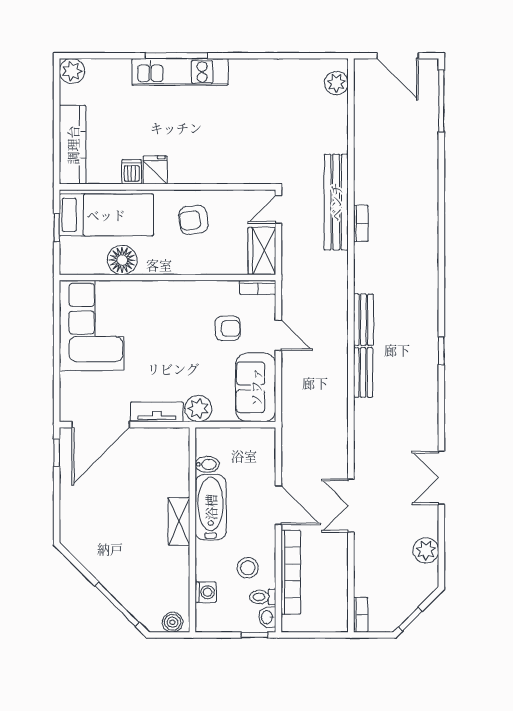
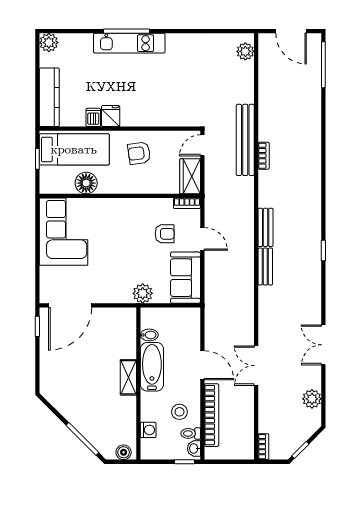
tv unit: (157, 412) -> (112, 296), removed

